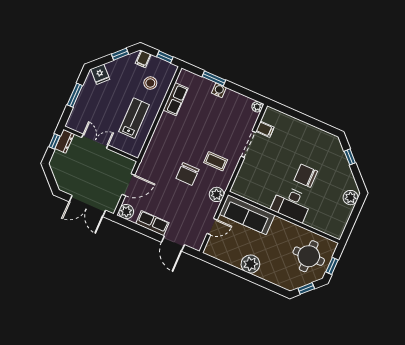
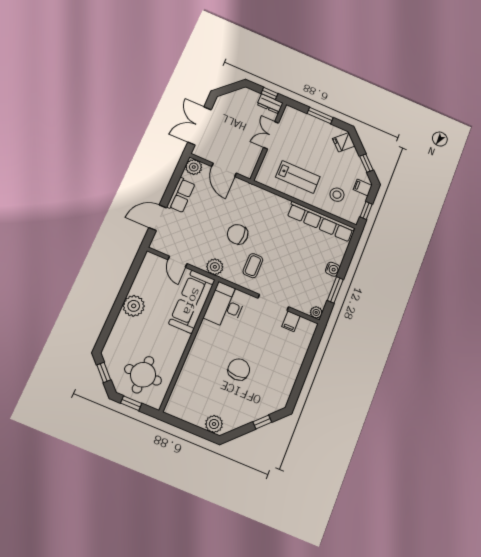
window: (214, 78) -> (335, 290), moved
row of seats: (175, 99) -> (321, 222), width x2.02
double door: (95, 141) -> (271, 135), swing flipped
desk: (291, 204) -> (225, 306), moved

